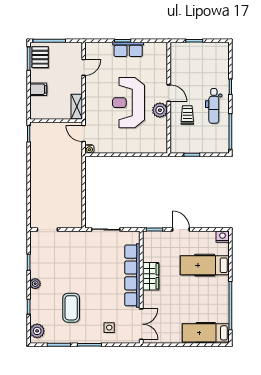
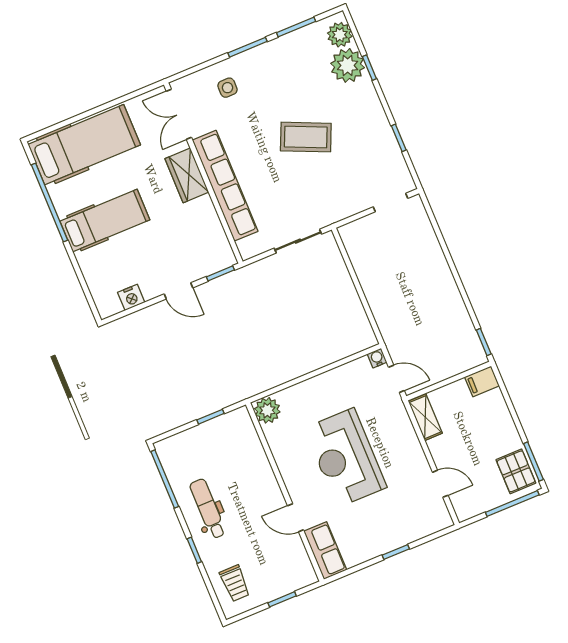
row of seats: (128, 49) -> (325, 551), moved, turned 90
door: (84, 67) -> (440, 484), swing flipped
filing cabinet: (38, 89) -> (482, 381), moved
door: (169, 93) -> (296, 518), moved
reception desk: (129, 103) -> (346, 458), turned 180
plant: (160, 110) -> (267, 410), moved
trolley: (187, 115) -> (235, 583), moved
nightstand: (223, 237) -> (131, 297), moved
hospital bed: (205, 265) -> (105, 220), moved
wardrobe: (151, 276) -> (187, 175), moved
plant: (35, 284) -> (348, 65), moved, width x1.88, depth x1.88
coffee table: (71, 308) -> (306, 137), moved, turned -66
hospital bed: (206, 333) -> (84, 145), width x1.37, depth x1.29

